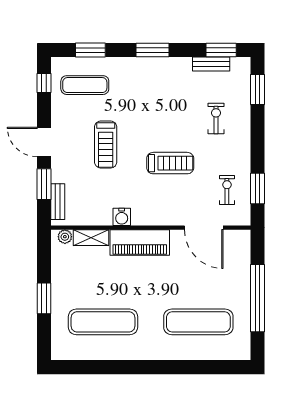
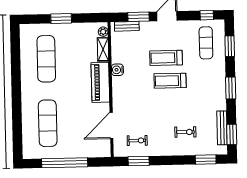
bench: (211, 64) -> (222, 128), width x1.36
treadmill: (170, 163) -> (170, 81), moved, turned 90

